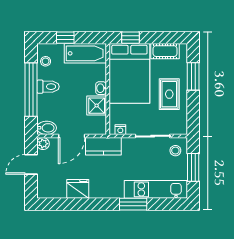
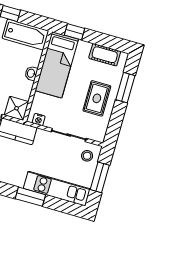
bed: (129, 73) -> (57, 65), width x0.67
shower: (97, 106) -> (17, 108), moved

